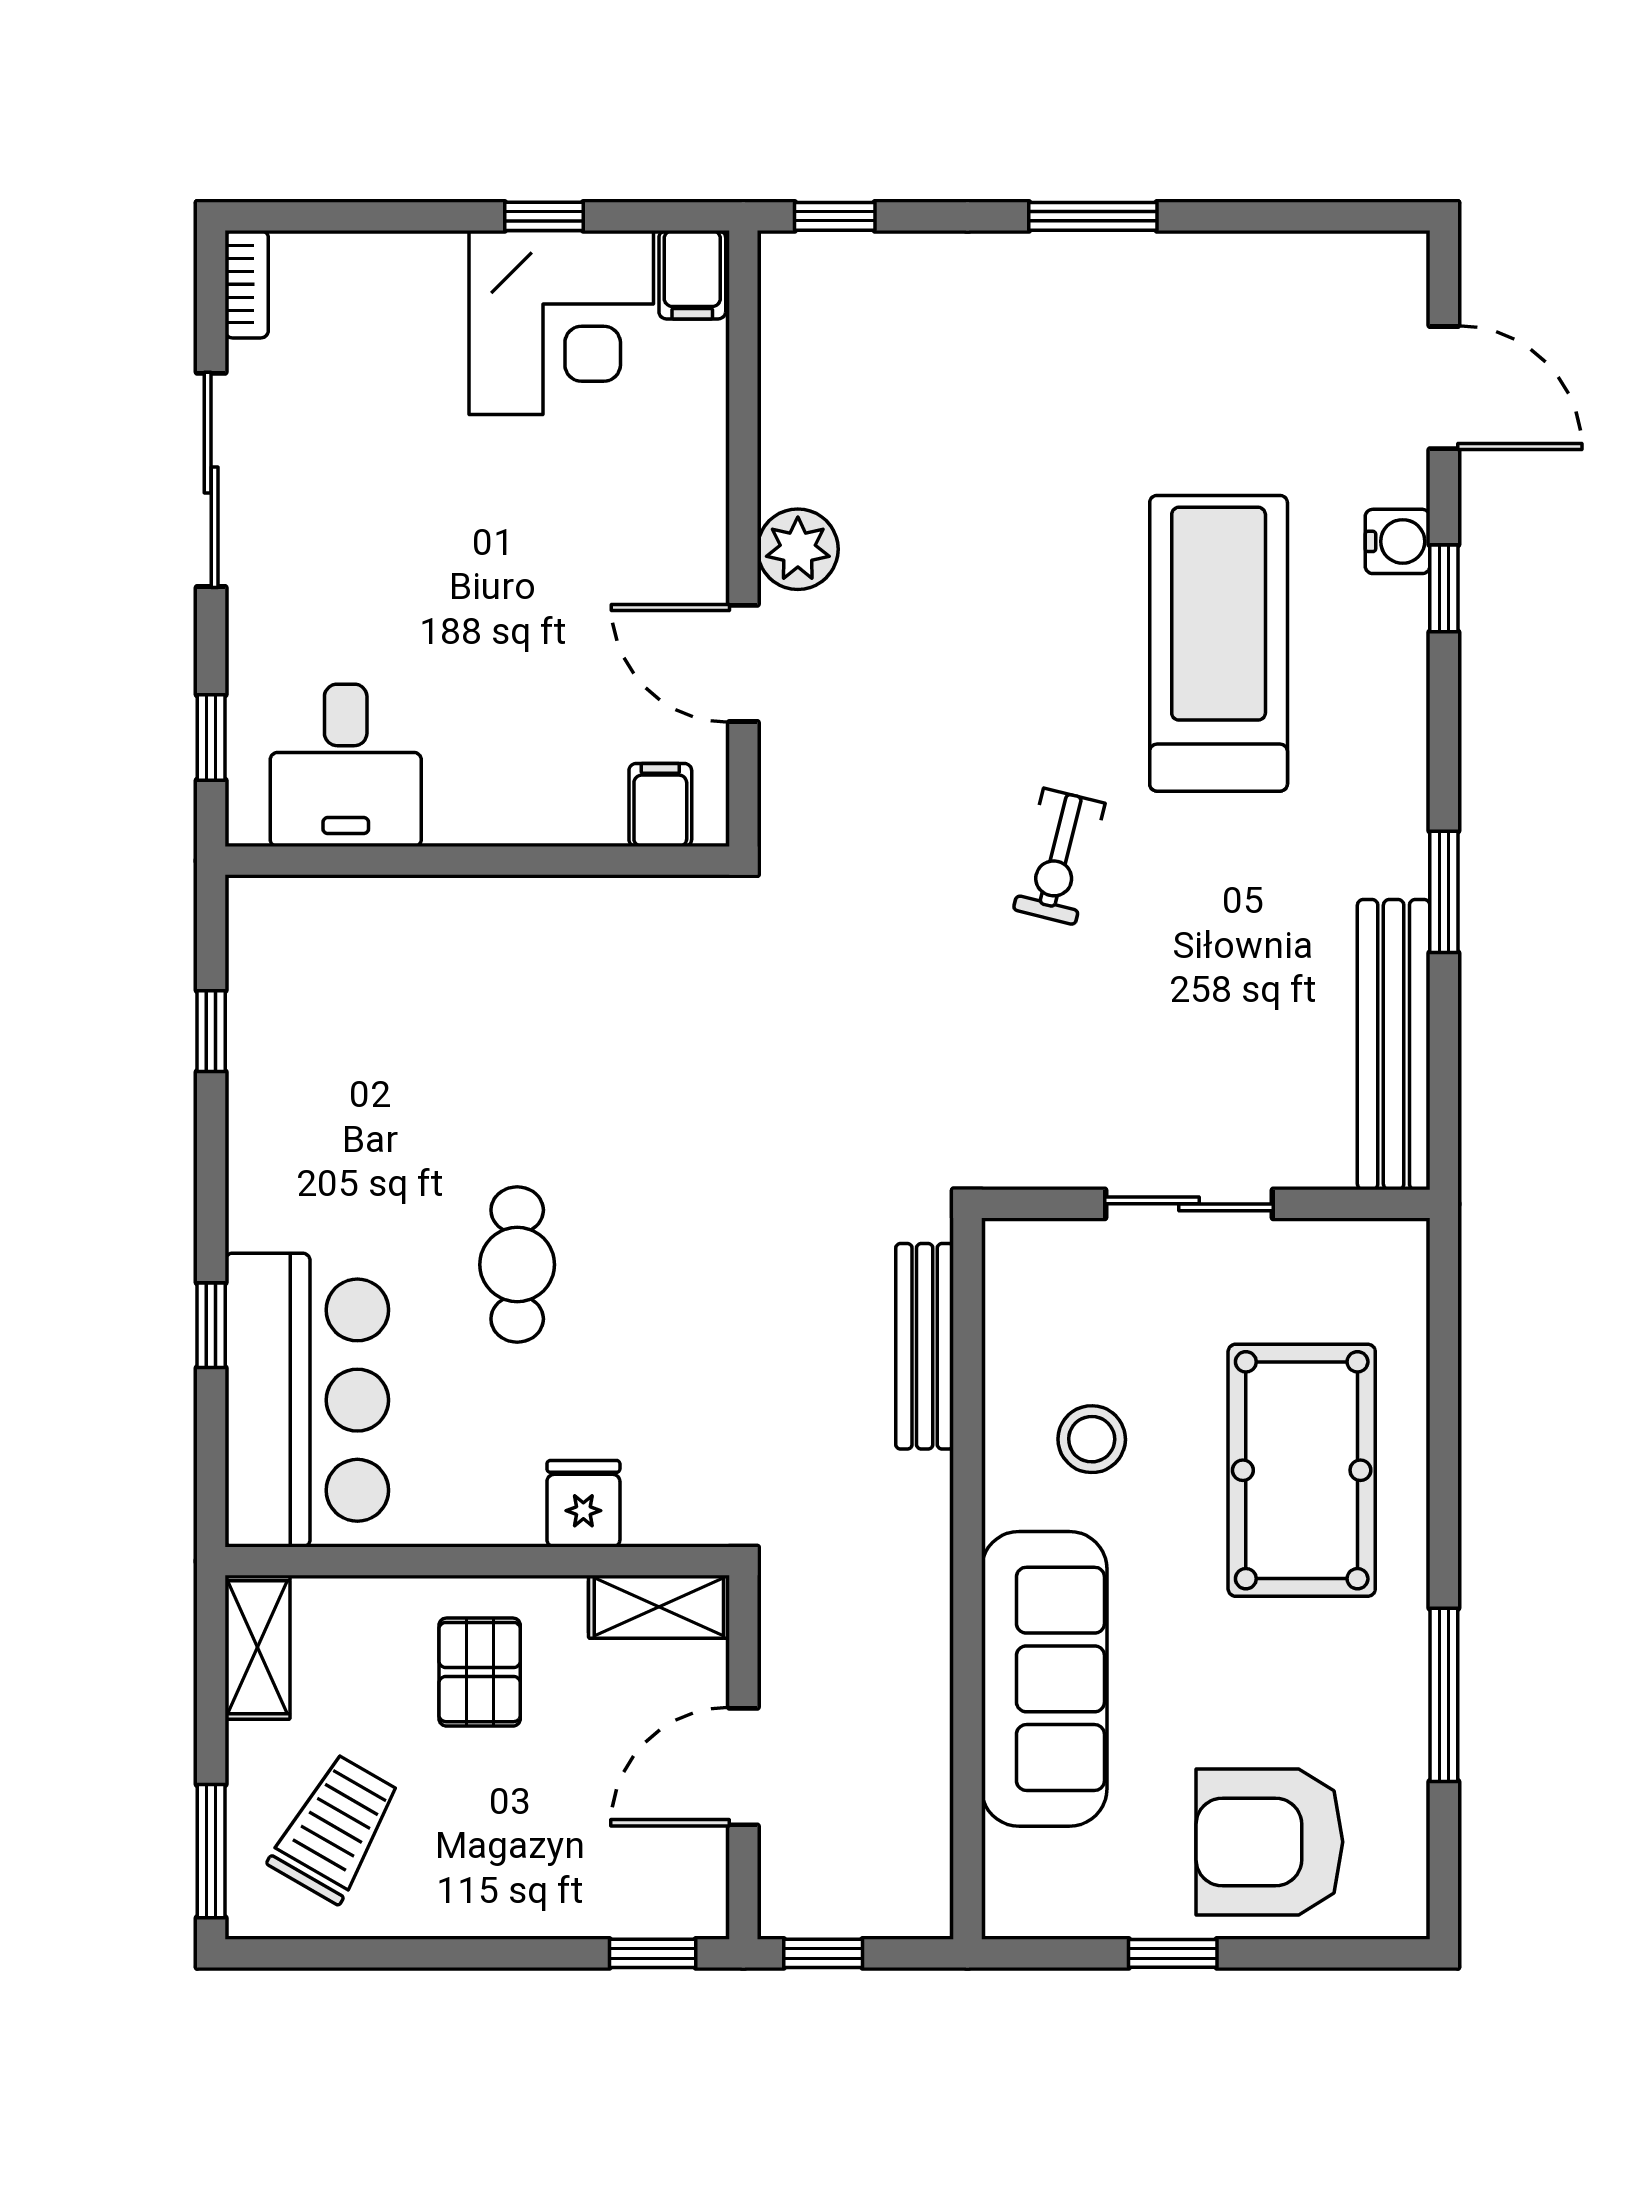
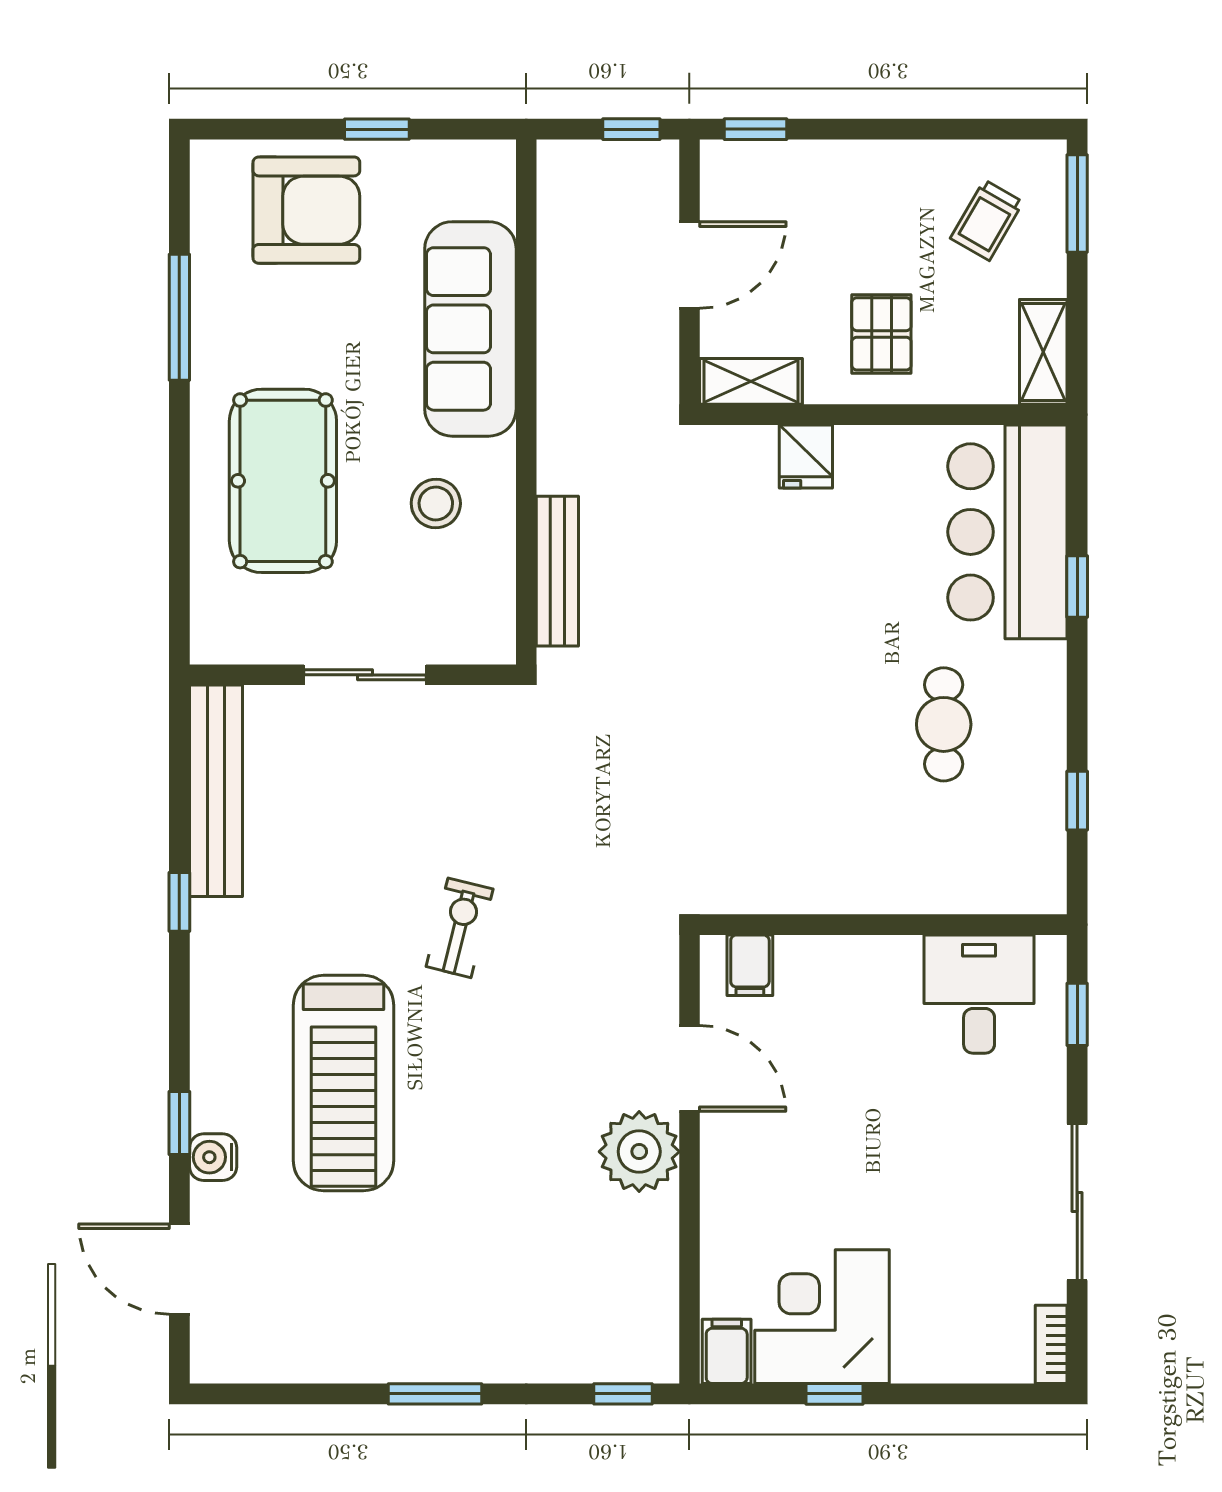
plant: (798, 549) -> (639, 1152), width x1.36, depth x1.36
window: (1444, 892) -> (179, 902), width x0.67
cafe table: (517, 1265) -> (944, 724), moved
trolley: (335, 1828) -> (987, 220), width x0.73, depth x0.72

